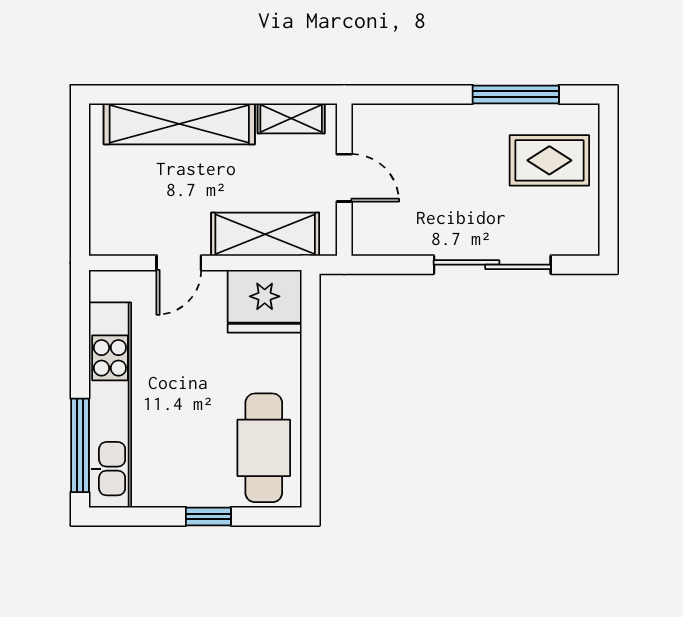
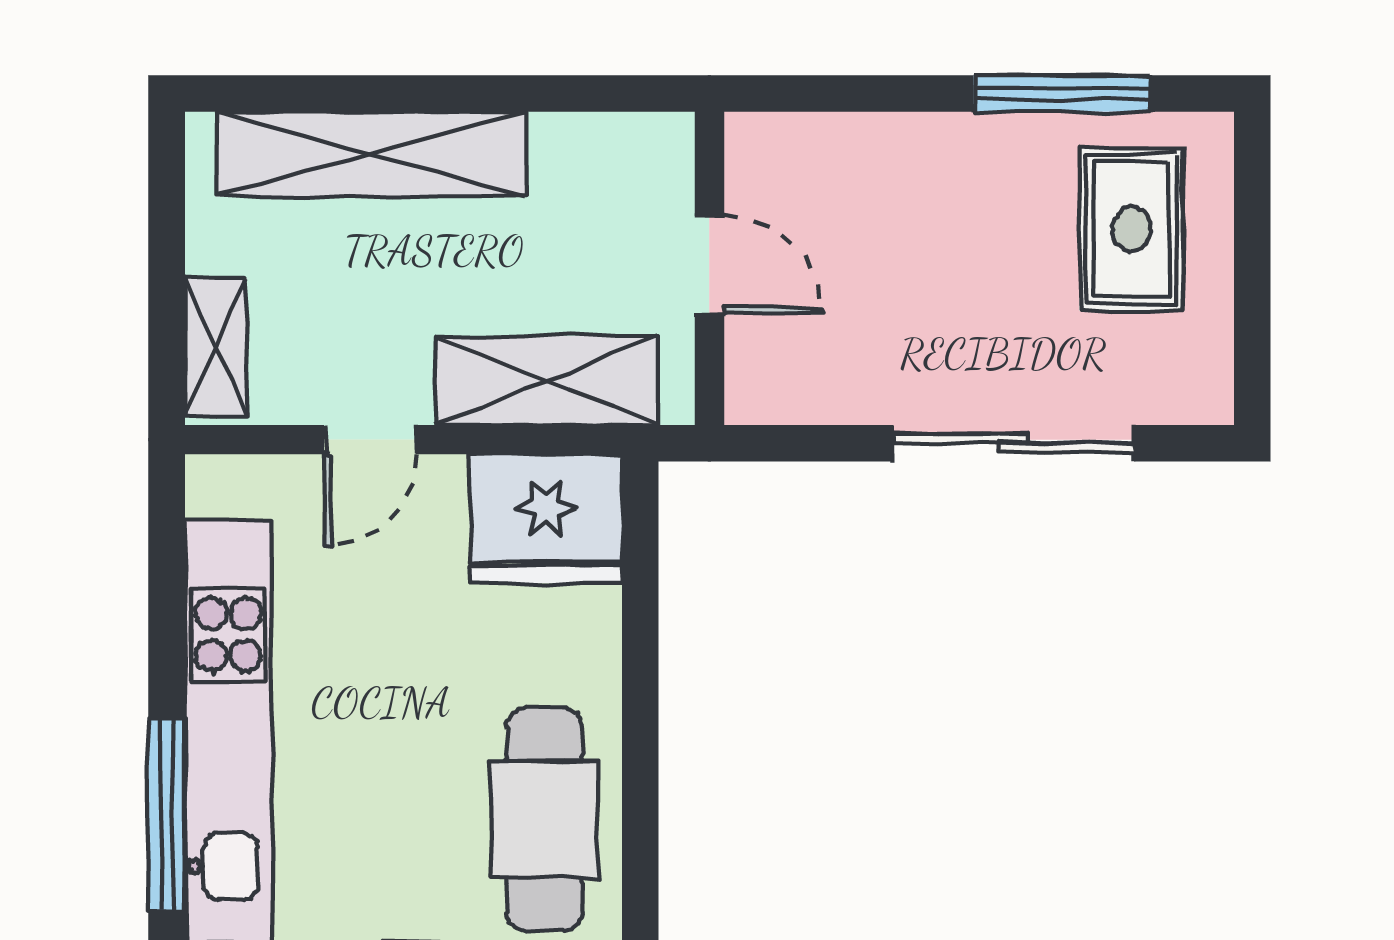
shelving: (291, 118) -> (216, 347), moved, turned 90
rug: (549, 160) -> (1131, 229), turned 90

